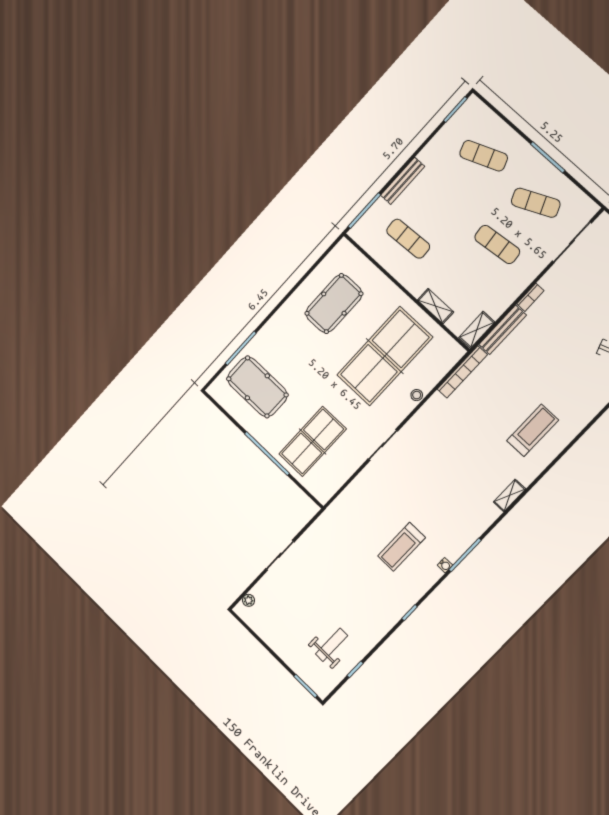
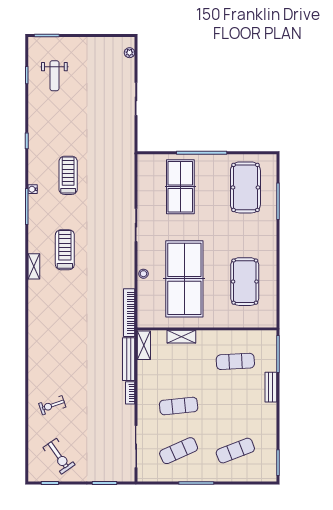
bench: (403, 181) -> (271, 387), width x0.73
pool table: (257, 387) -> (245, 187), turned 90
treadmill: (533, 430) -> (65, 250), moved, turned 180

